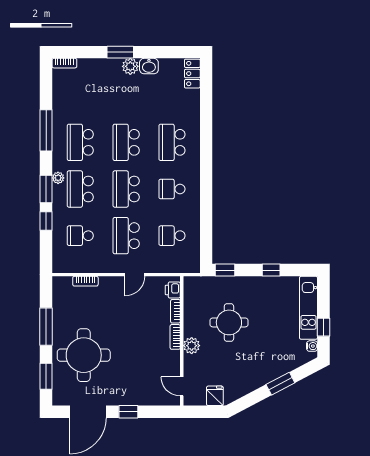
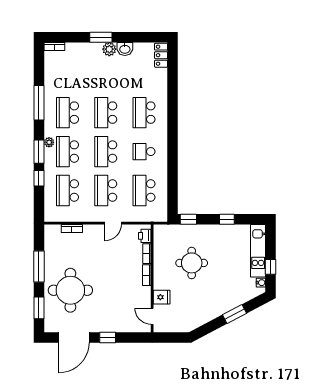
school desk: (80, 236) -> (68, 191), width x1.85
school desk: (172, 236) -> (144, 191), width x1.85
plant: (192, 346) -> (160, 282), removed
fridge: (215, 396) -> (162, 297), moved, turned 90

